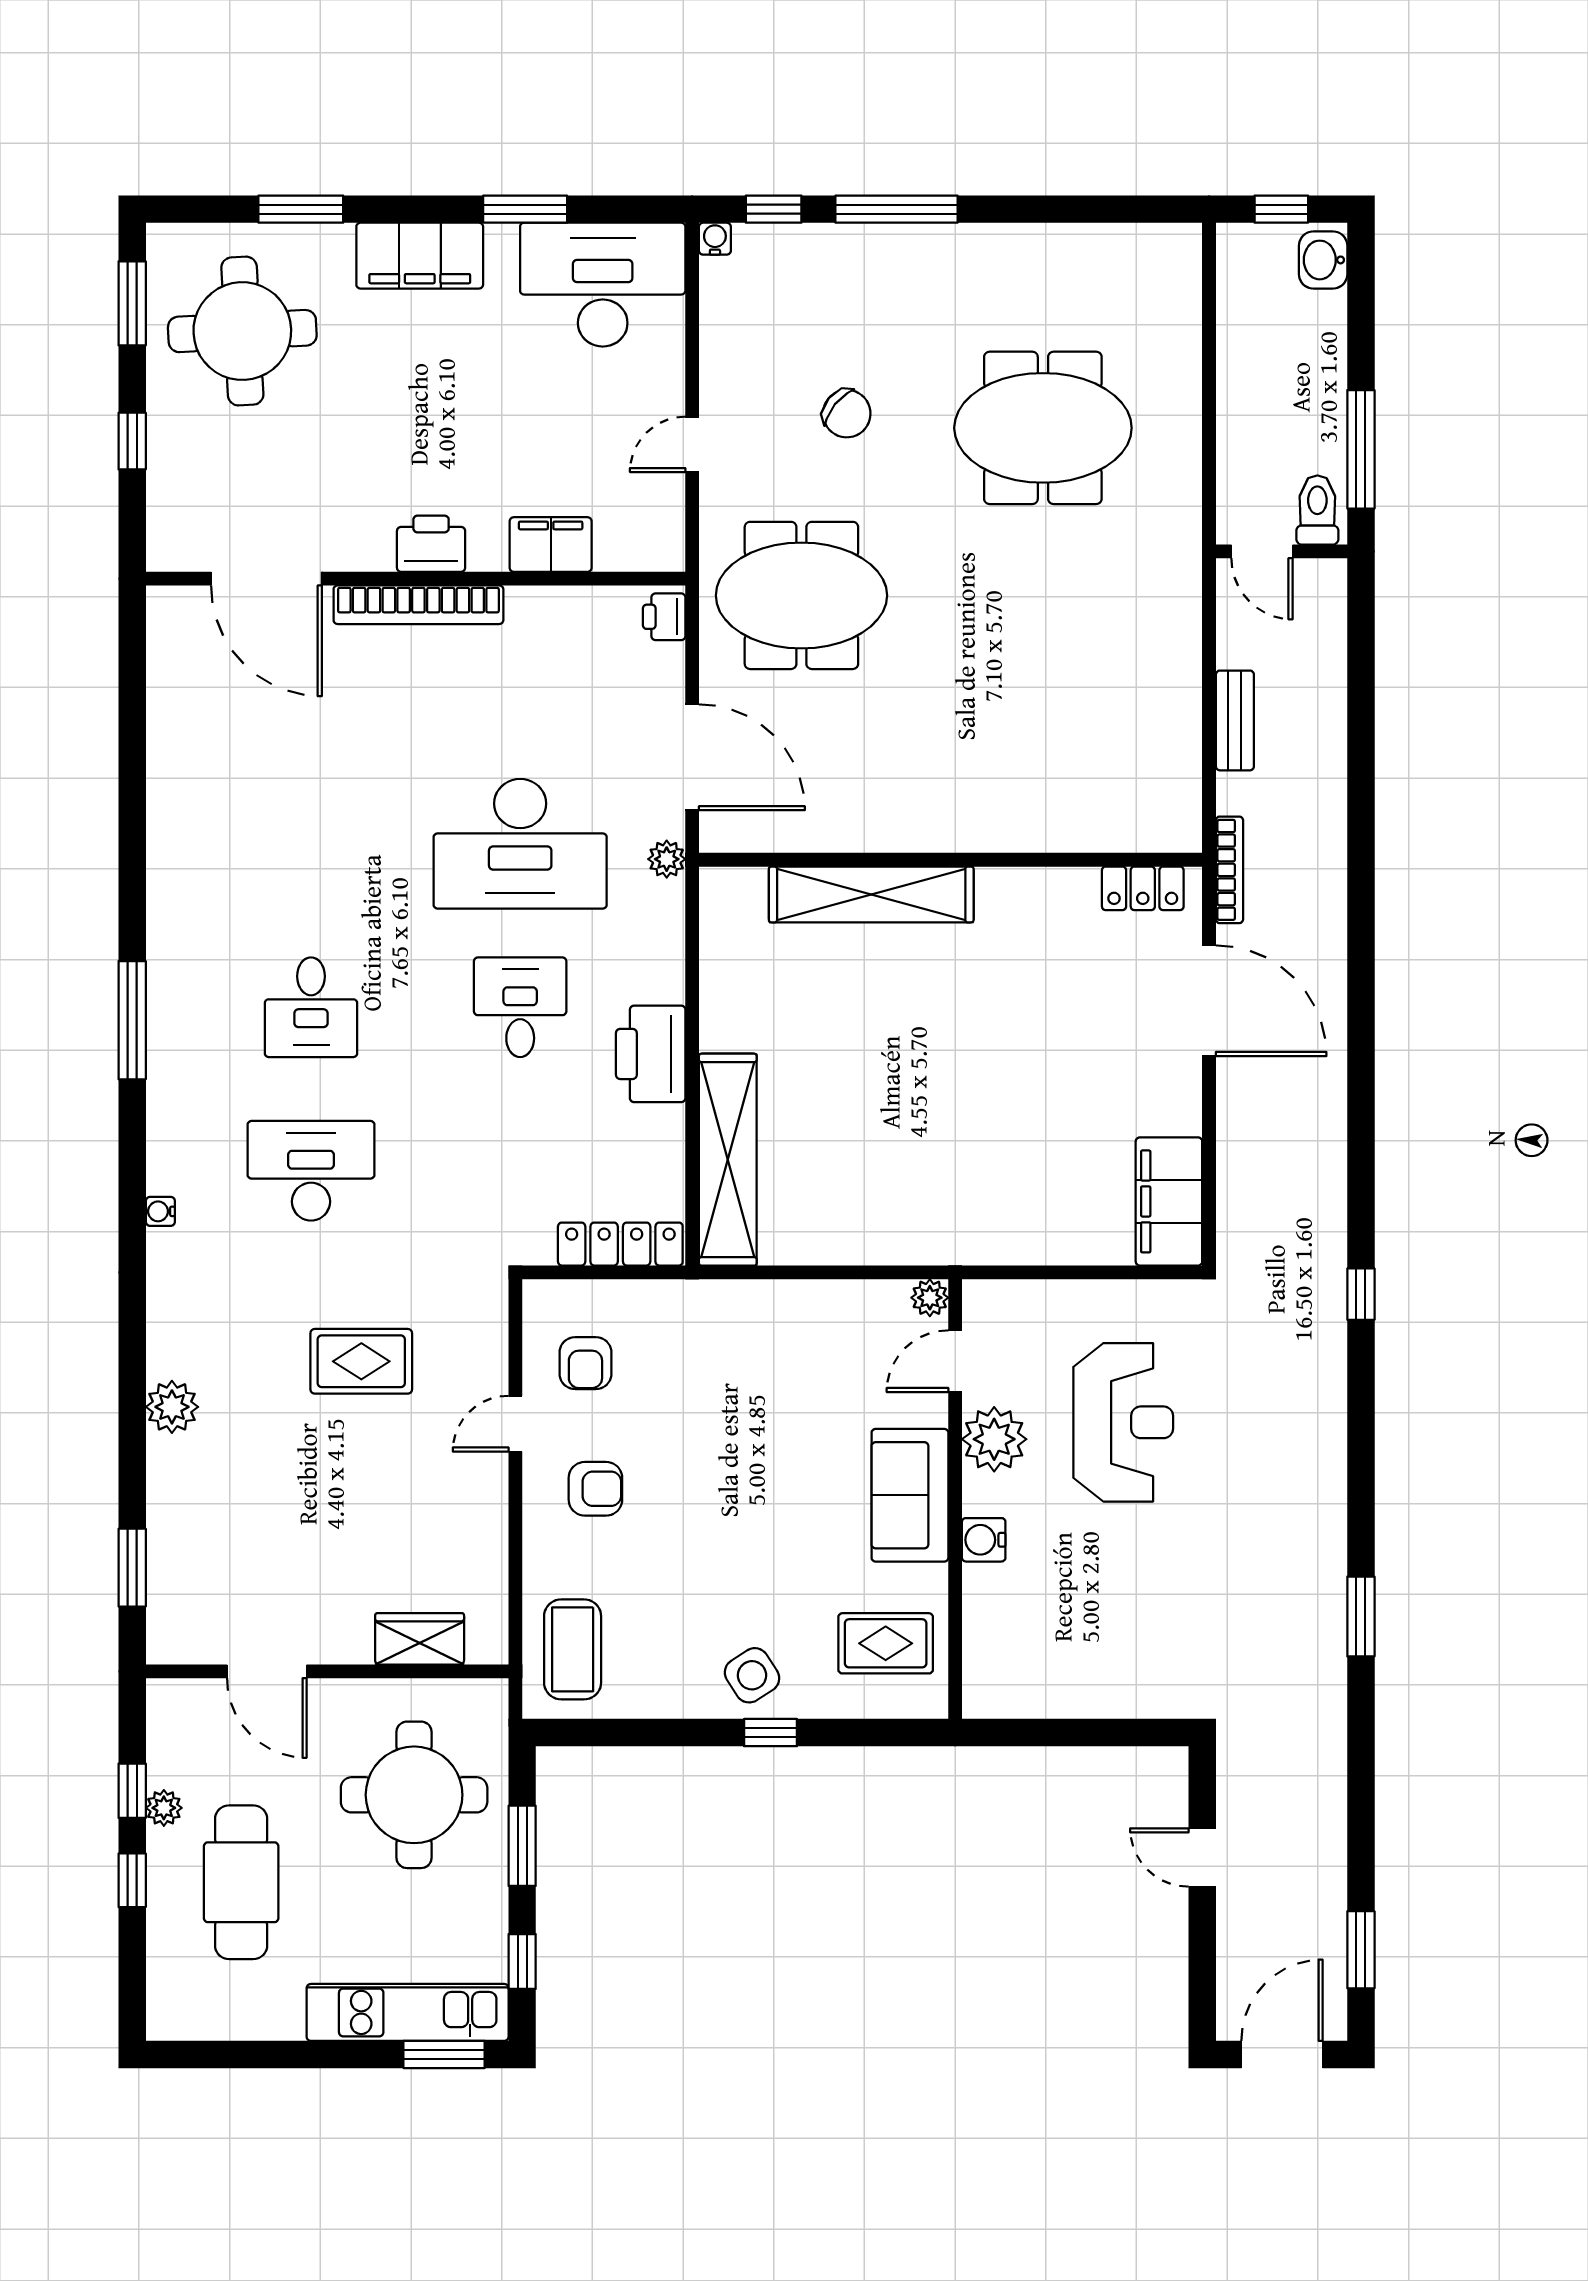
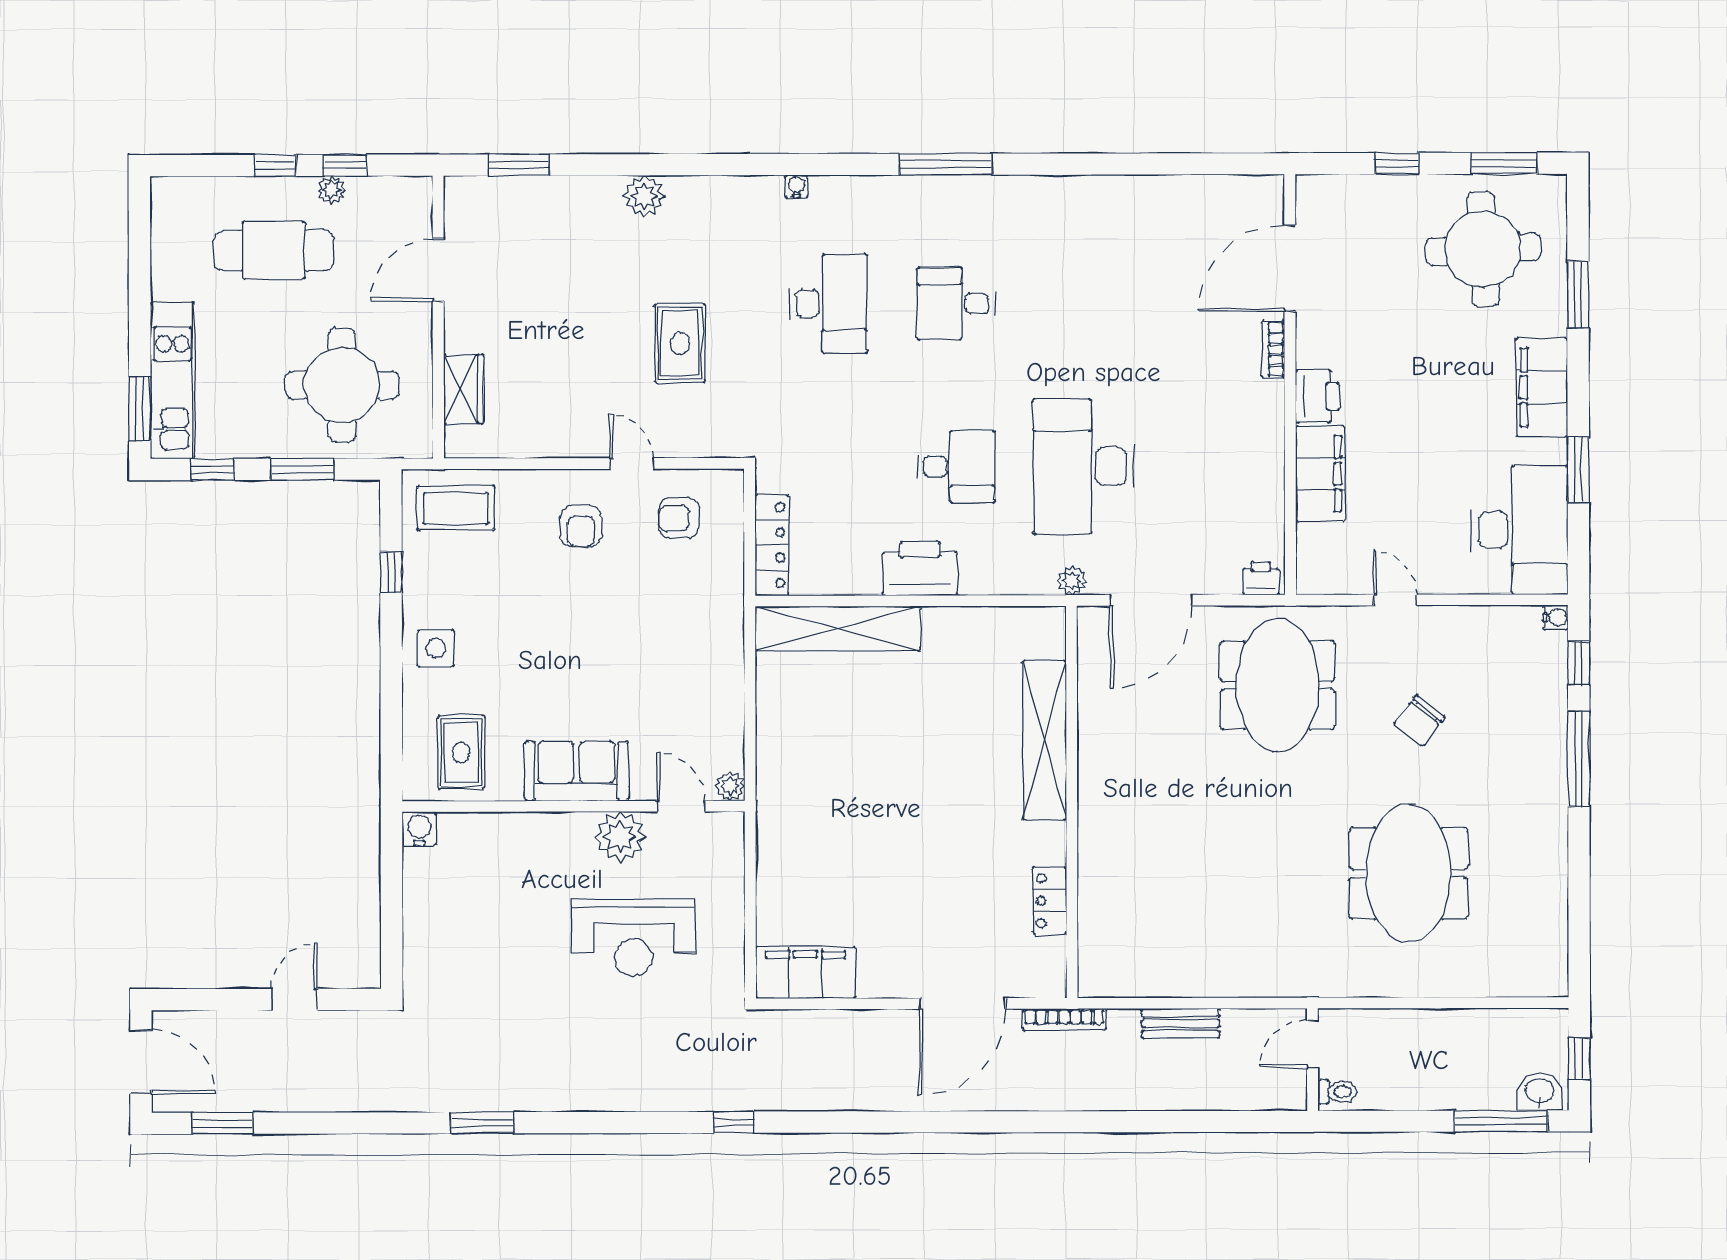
window: (1361, 449) -> (1501, 1121), moved
toilet: (1317, 510) -> (1337, 1092), width x0.73, depth x0.72
filing cabinet: (551, 545) -> (1320, 474), width x1.50, depth x1.17
bookcase: (418, 605) -> (1273, 349), width x0.43, depth x0.76
locker: (1143, 888) -> (1050, 901), moved
water cooler: (984, 1540) -> (419, 829), moved
side table: (752, 1675) -> (436, 648), turned 33
window: (770, 1733) -> (391, 572), moved

